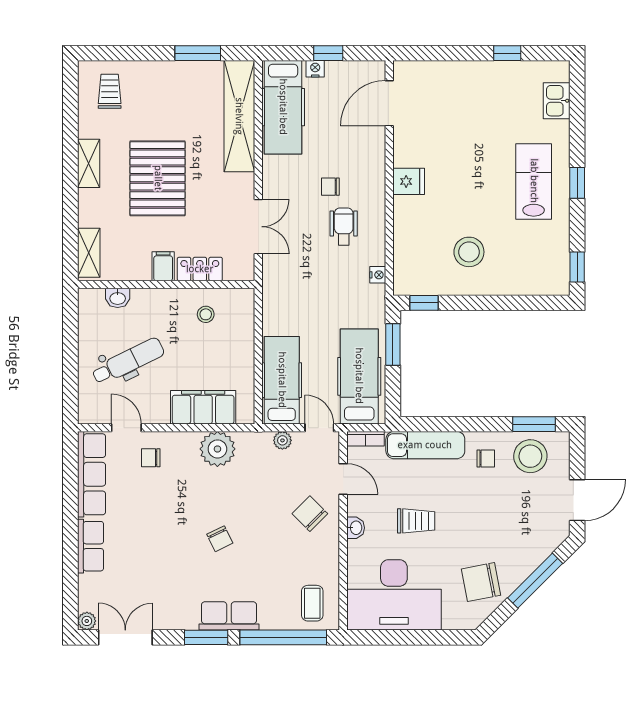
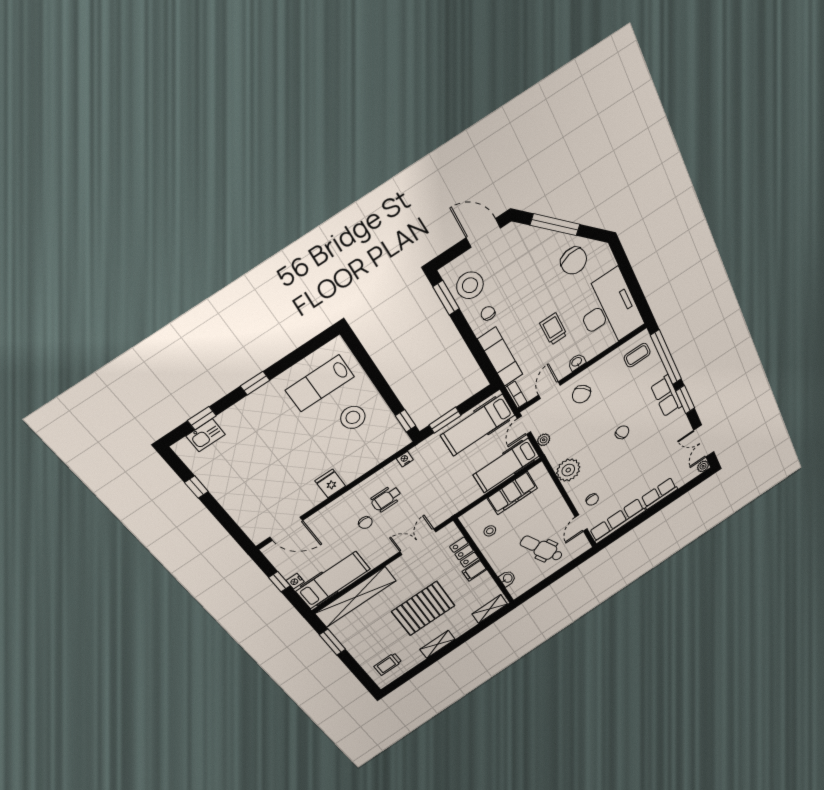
lab bench: (534, 181) -> (320, 383), moved
window: (577, 267) -> (202, 418), moved
filing cabinet: (203, 407) -> (512, 493), moved, turned -90

